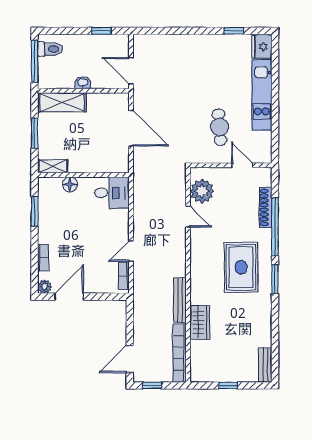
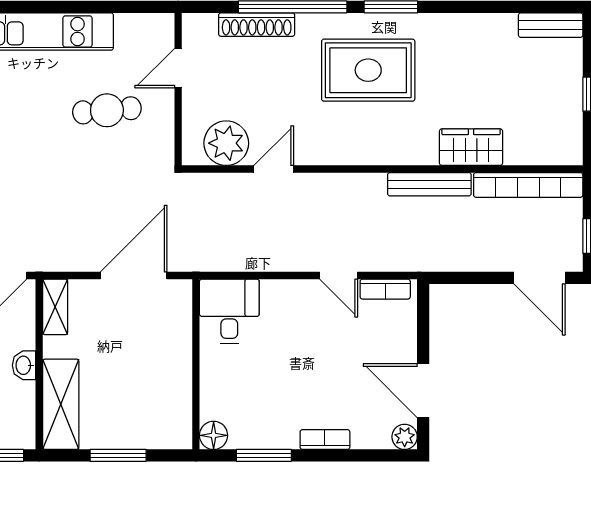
door: (131, 128) -> (134, 276), moved
shelving: (53, 166) -> (55, 307), moved
floor lamp: (70, 184) -> (214, 435), moved
bookcase: (43, 258) -> (325, 439), moved

